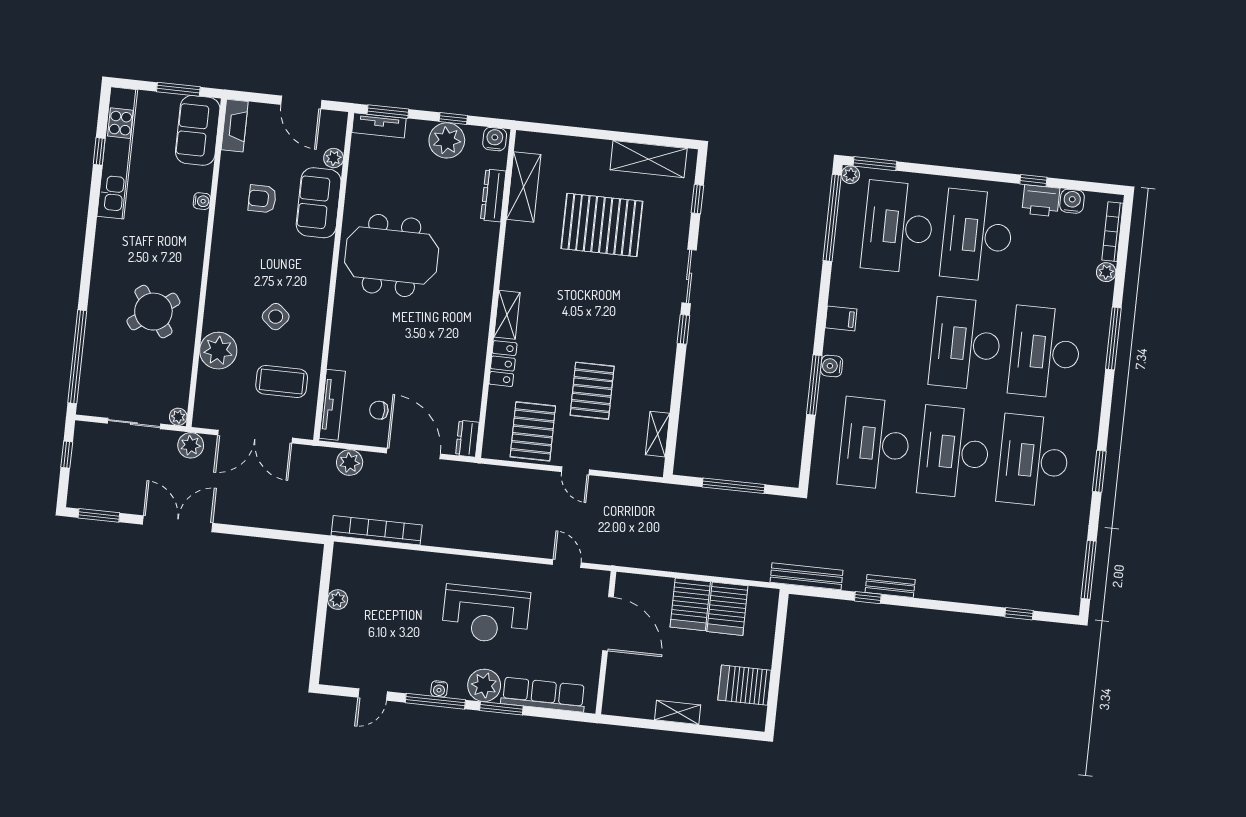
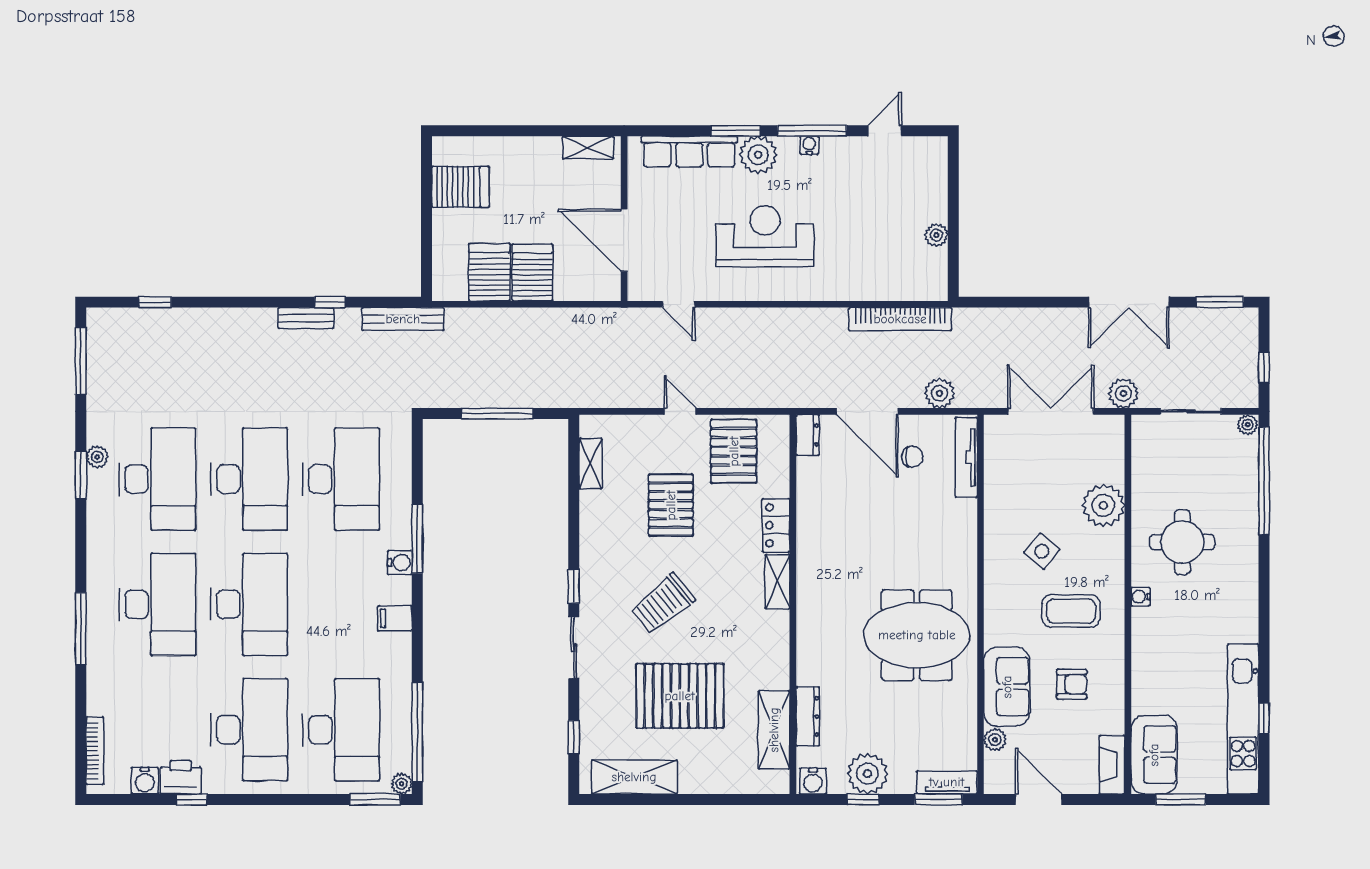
water cooler: (202, 201) -> (1140, 597), moved
plant: (1106, 272) -> (97, 457), moved
trolley: (608, 306) -> (663, 604), added
round table: (153, 312) -> (1182, 542), turned 36
coffee table: (282, 381) -> (1071, 611), moved
plant: (178, 417) -> (1248, 425), moved
shelving: (678, 712) -> (588, 147), moved

